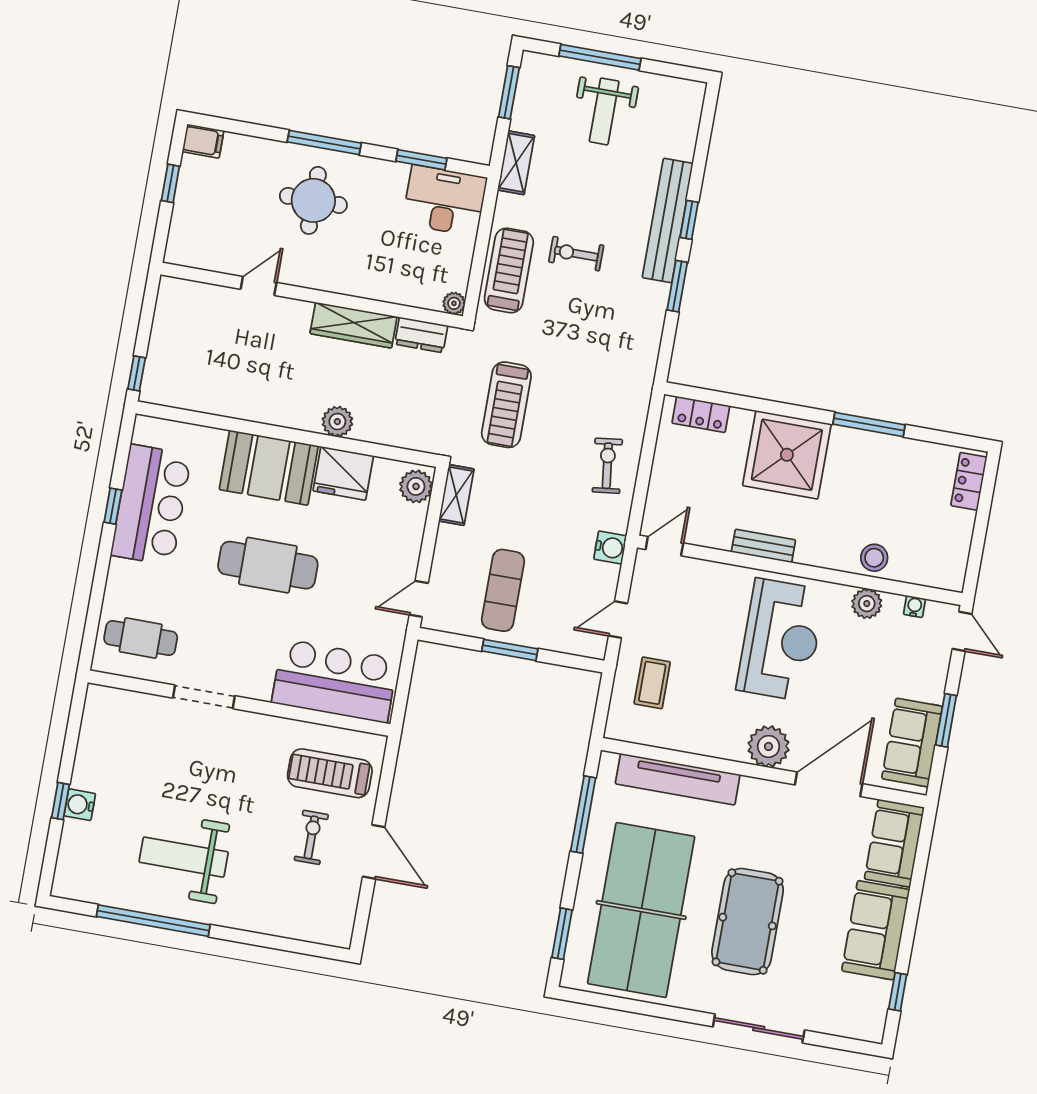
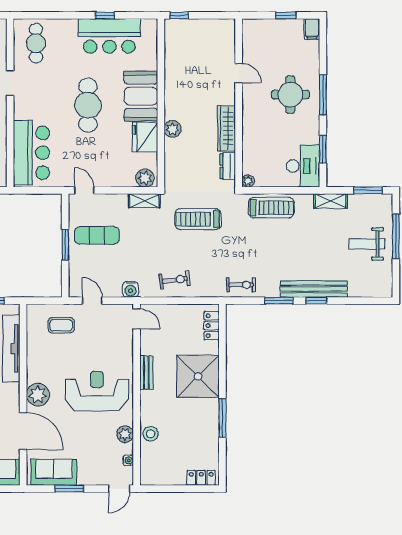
exercise bike: (576, 254) -> (241, 285), moved, turned 90
reception desk: (781, 640) -> (97, 391), turned 180
doorway: (204, 697) -> (10, 83), width x0.73

